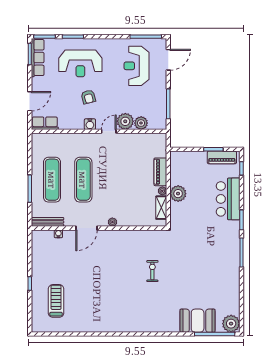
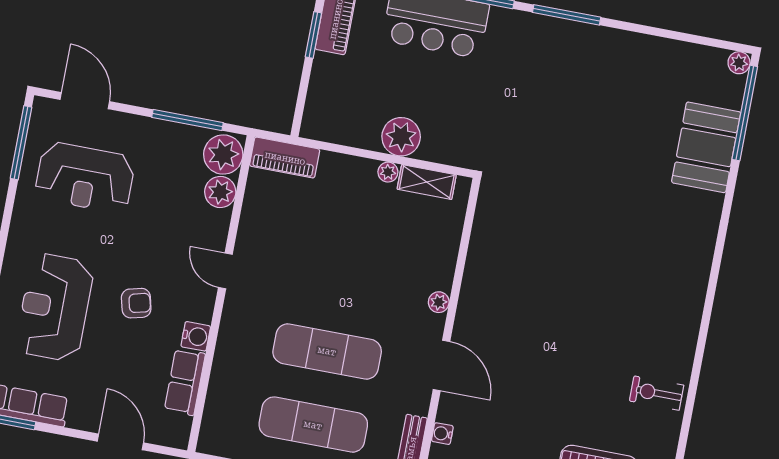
reception desk: (80, 63) -> (55, 307), turned 180
plant: (125, 121) -> (223, 155), moved
row of seats: (45, 123) -> (185, 382), moved
water cooler: (90, 124) -> (196, 336), moved
piano: (160, 172) -> (285, 158), moved
exercise bike: (152, 271) -> (656, 393), moved
plant: (231, 324) -> (739, 63), width x0.53, depth x0.53

